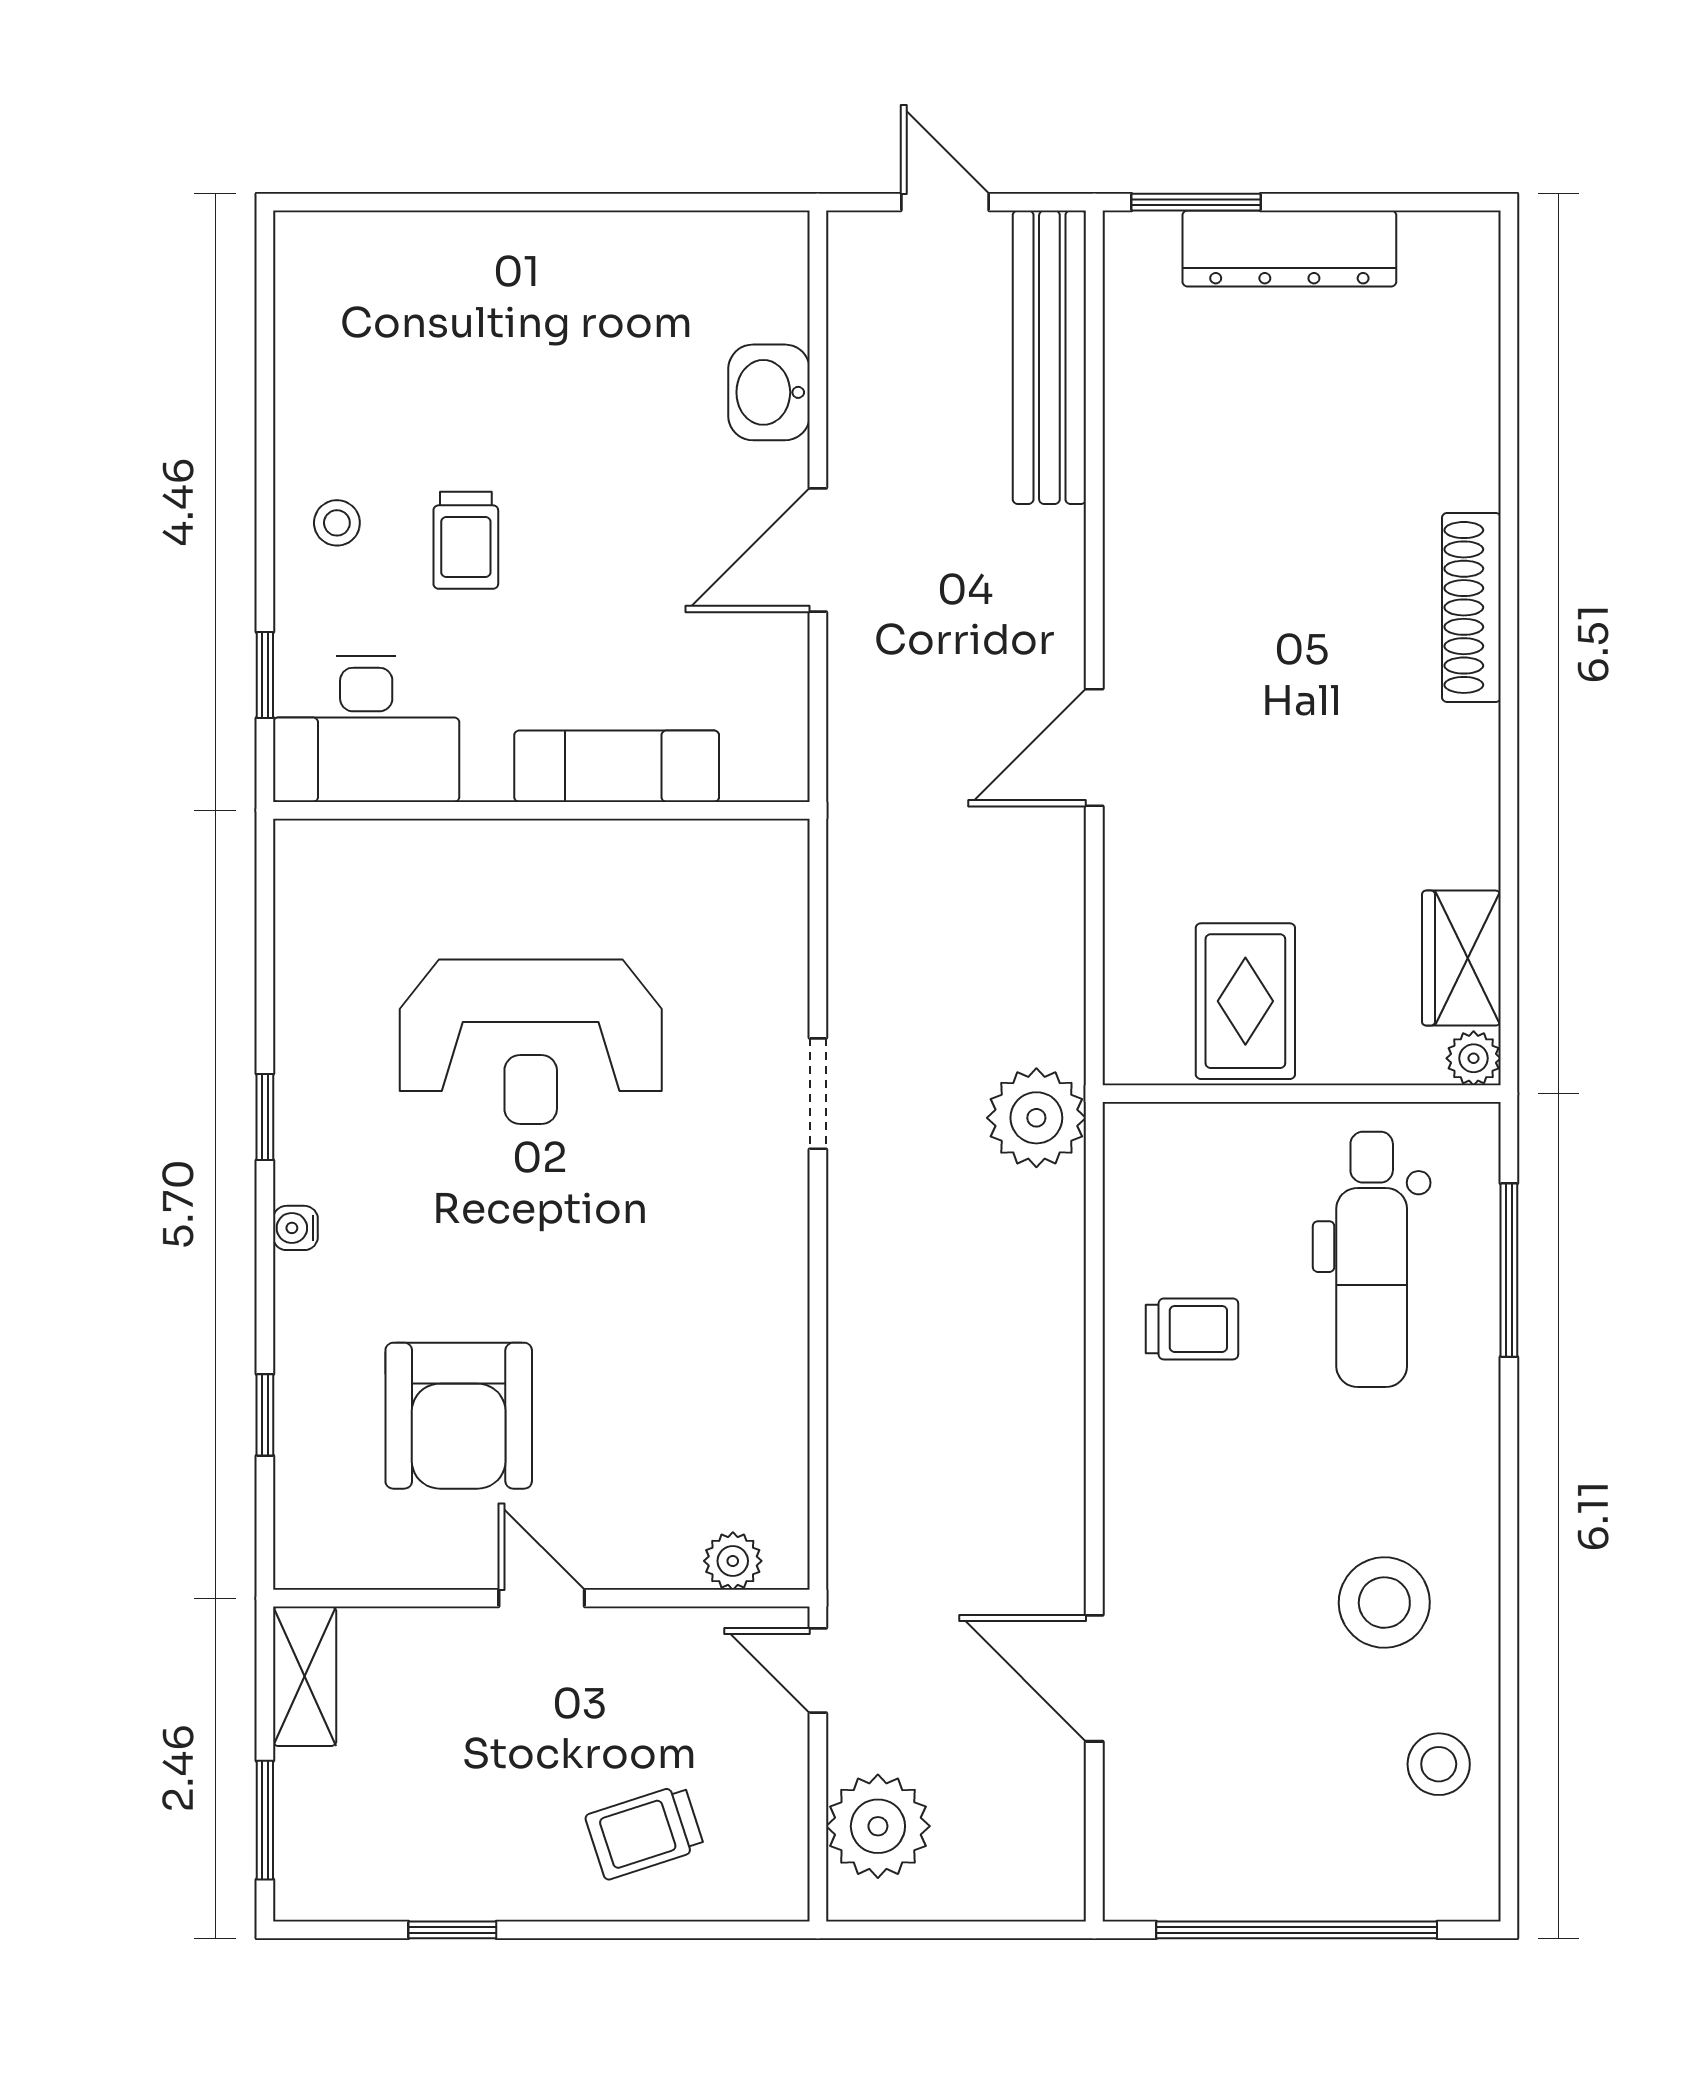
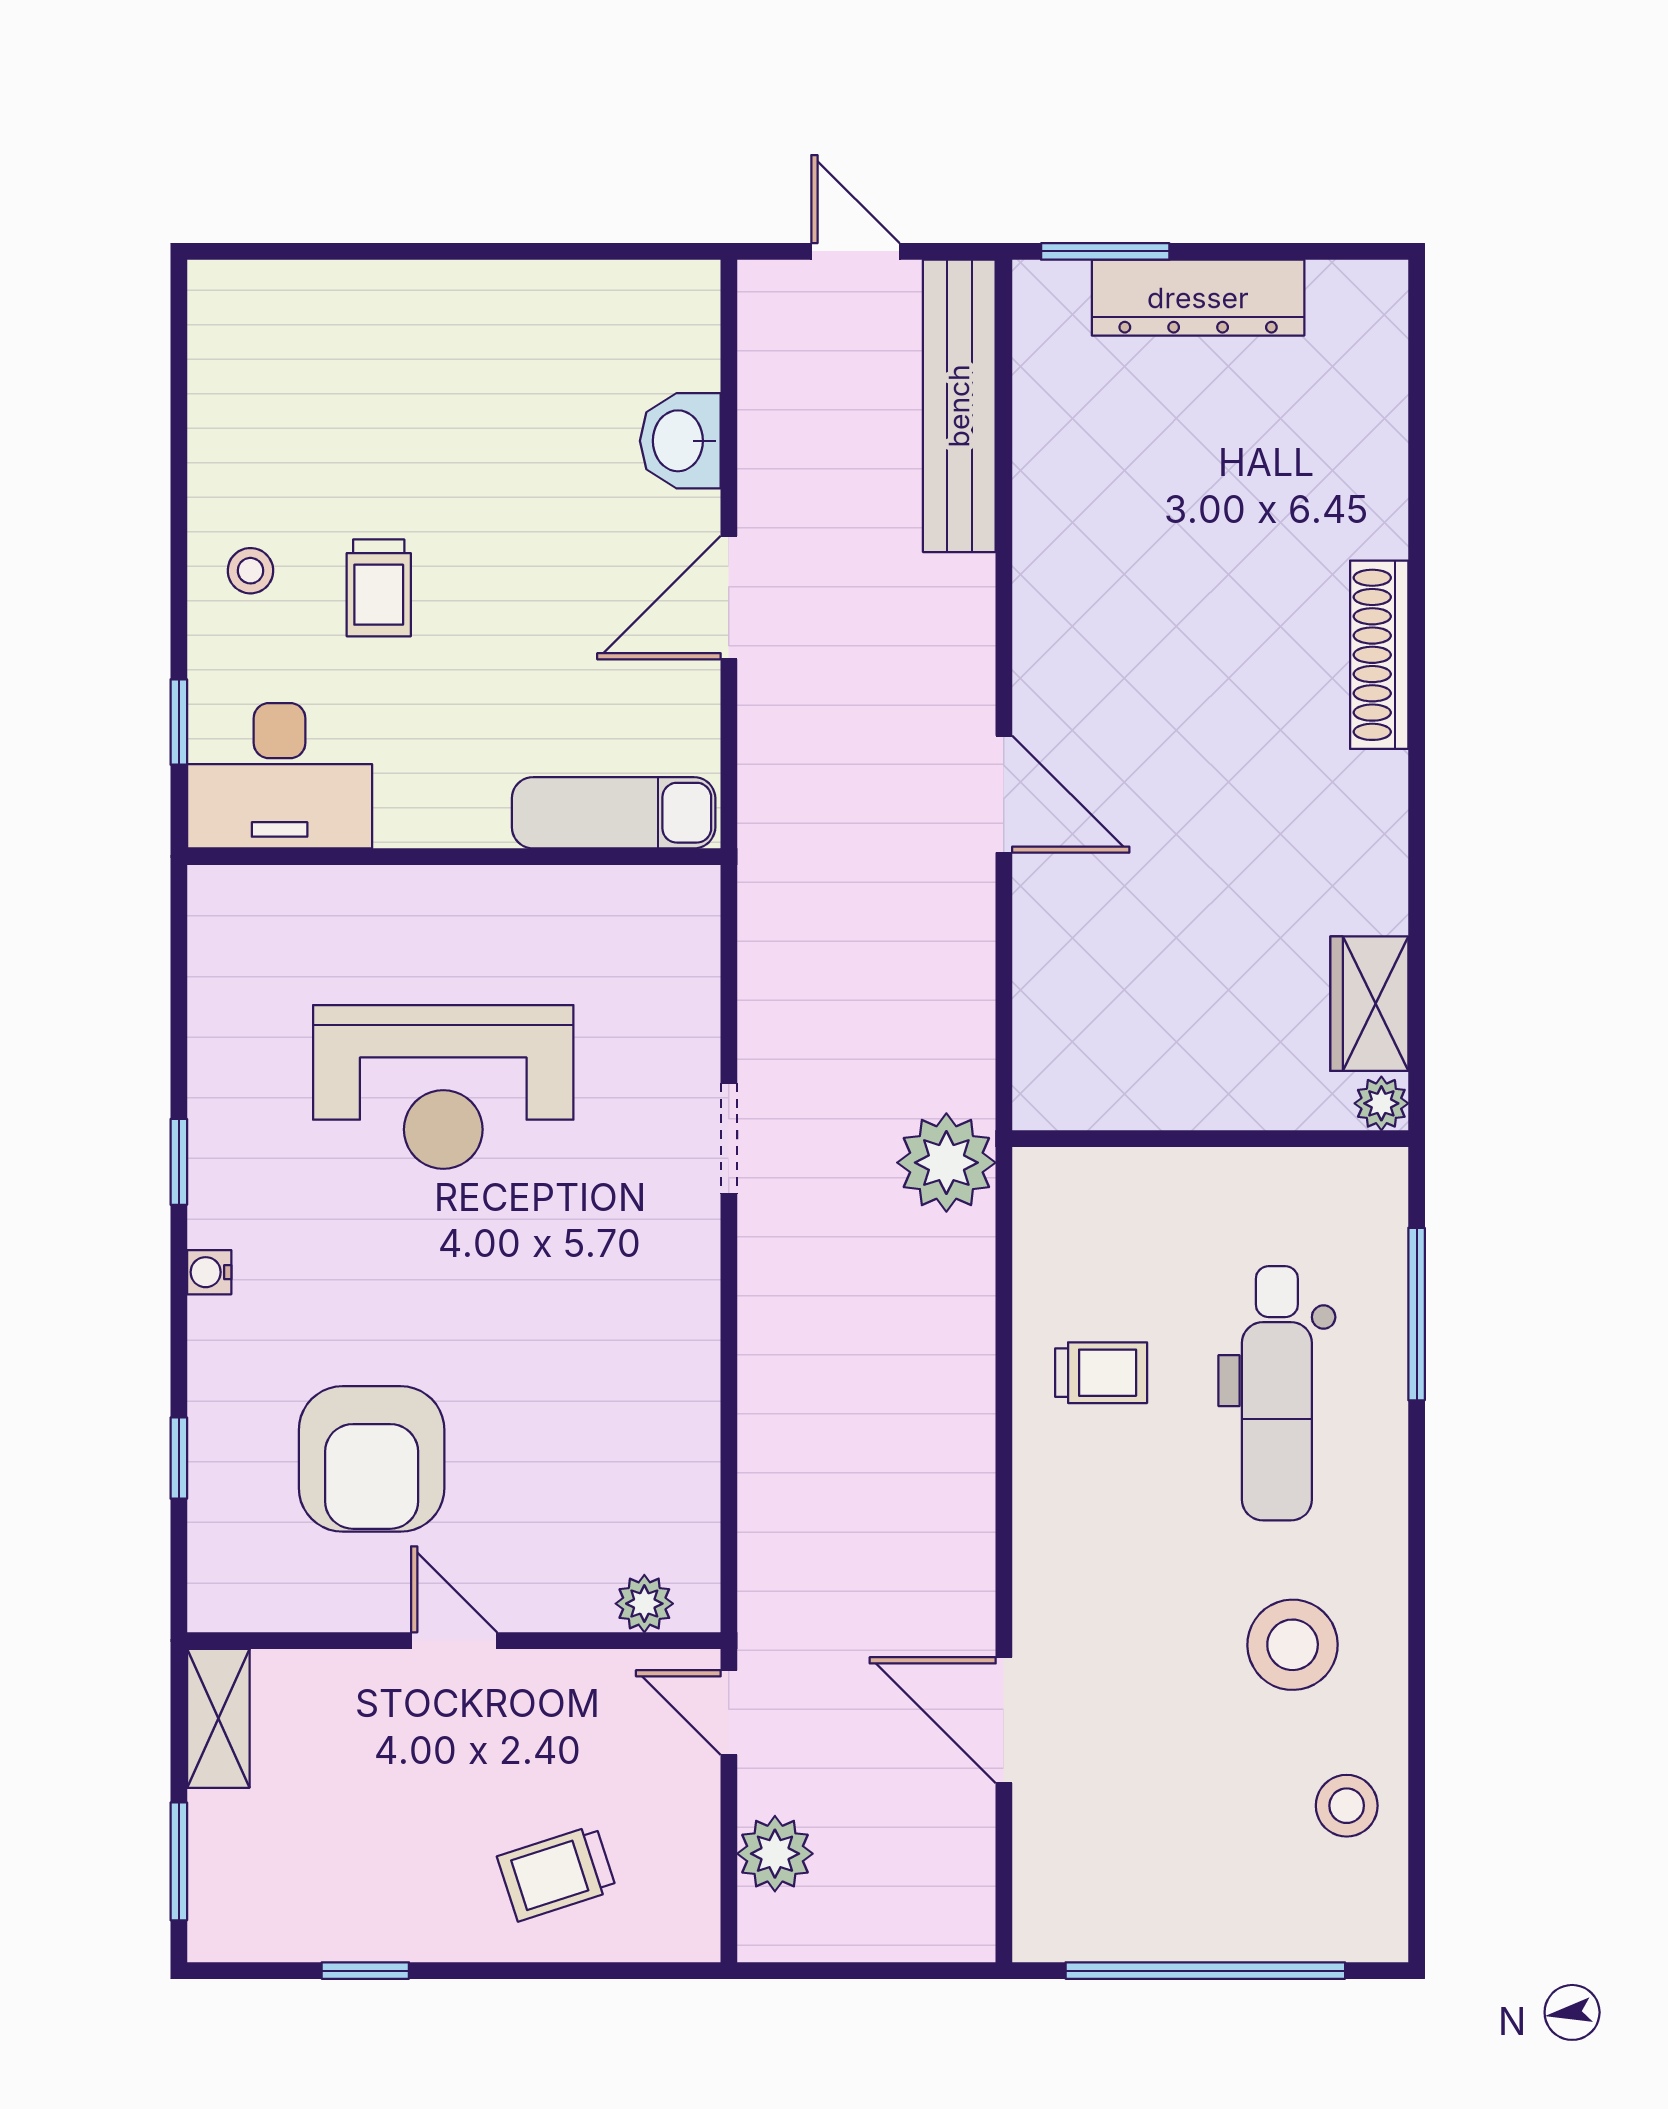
door: (1094, 748) -> (1004, 794), swing flipped
exam couch: (617, 766) -> (614, 813), moved
rug: (1245, 1001) -> (1154, 1046), removed
dental chair: (1372, 1259) -> (1277, 1393), moved
plant: (878, 1826) -> (775, 1854), width x0.73, depth x0.73

